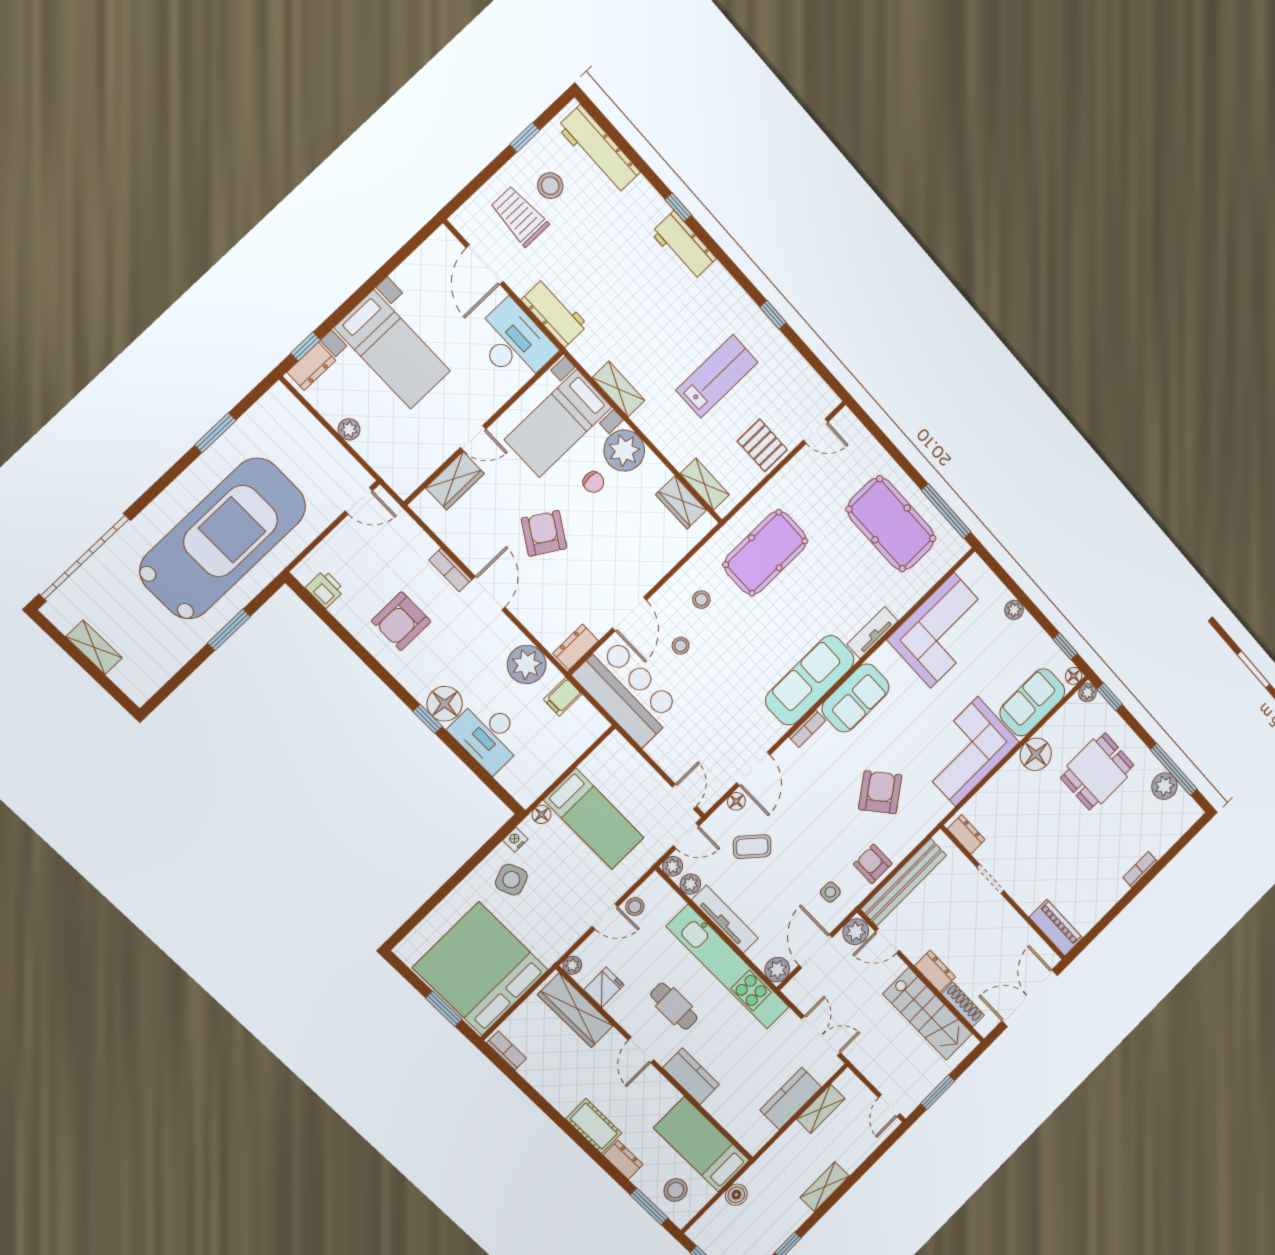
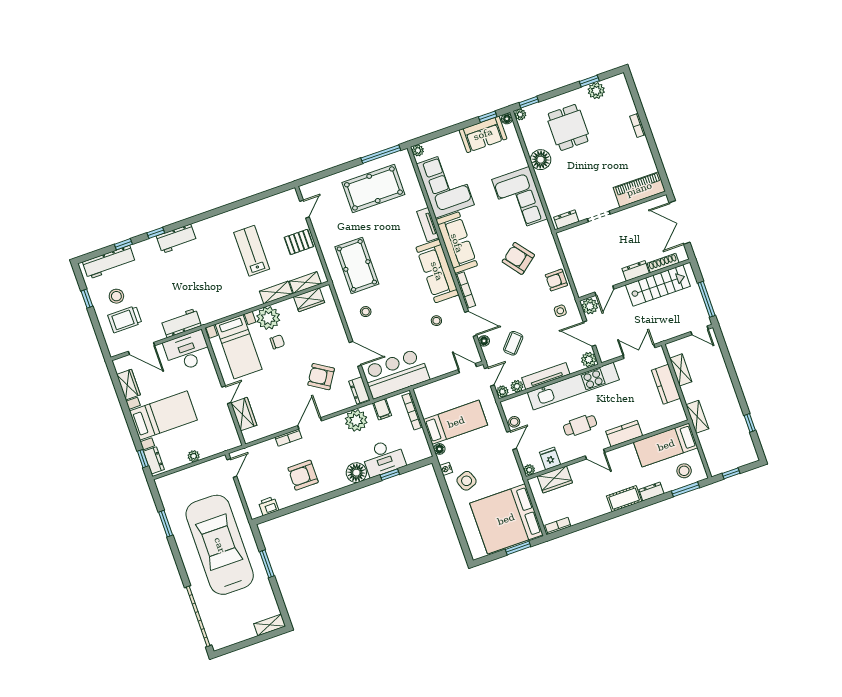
wardrobe: (416, 269) -> (128, 385), added
window: (773, 315) -> (123, 244), moved
shelving: (618, 389) -> (276, 292), moved
armchair: (544, 533) -> (321, 377), moved
door: (489, 593) -> (310, 423), hinge flipped
plant: (1014, 610) -> (418, 150), moved
armchair: (401, 621) -> (303, 475), turned 90
stool: (681, 646) -> (436, 321), moved
shelving: (94, 647) -> (270, 625), moved
sofa: (855, 698) -> (457, 243), width x1.36
sofa: (1032, 702) -> (483, 134), moved, turned -90
window: (428, 719) -> (390, 475), moved
bookcase: (807, 729) -> (465, 290), width x1.56
bookcase: (581, 745) -> (412, 411), added
window: (1174, 769) -> (589, 81), width x0.46
bench: (904, 882) -> (576, 267), removed
piano: (1056, 928) -> (639, 189), width x1.37, depth x1.33
wardrobe: (575, 1010) -> (555, 479), width x0.67
window: (938, 1092) -> (706, 299), width x1.44
shelving: (825, 1187) -> (697, 417), moved
boiler: (736, 1195) -> (705, 439), removed

